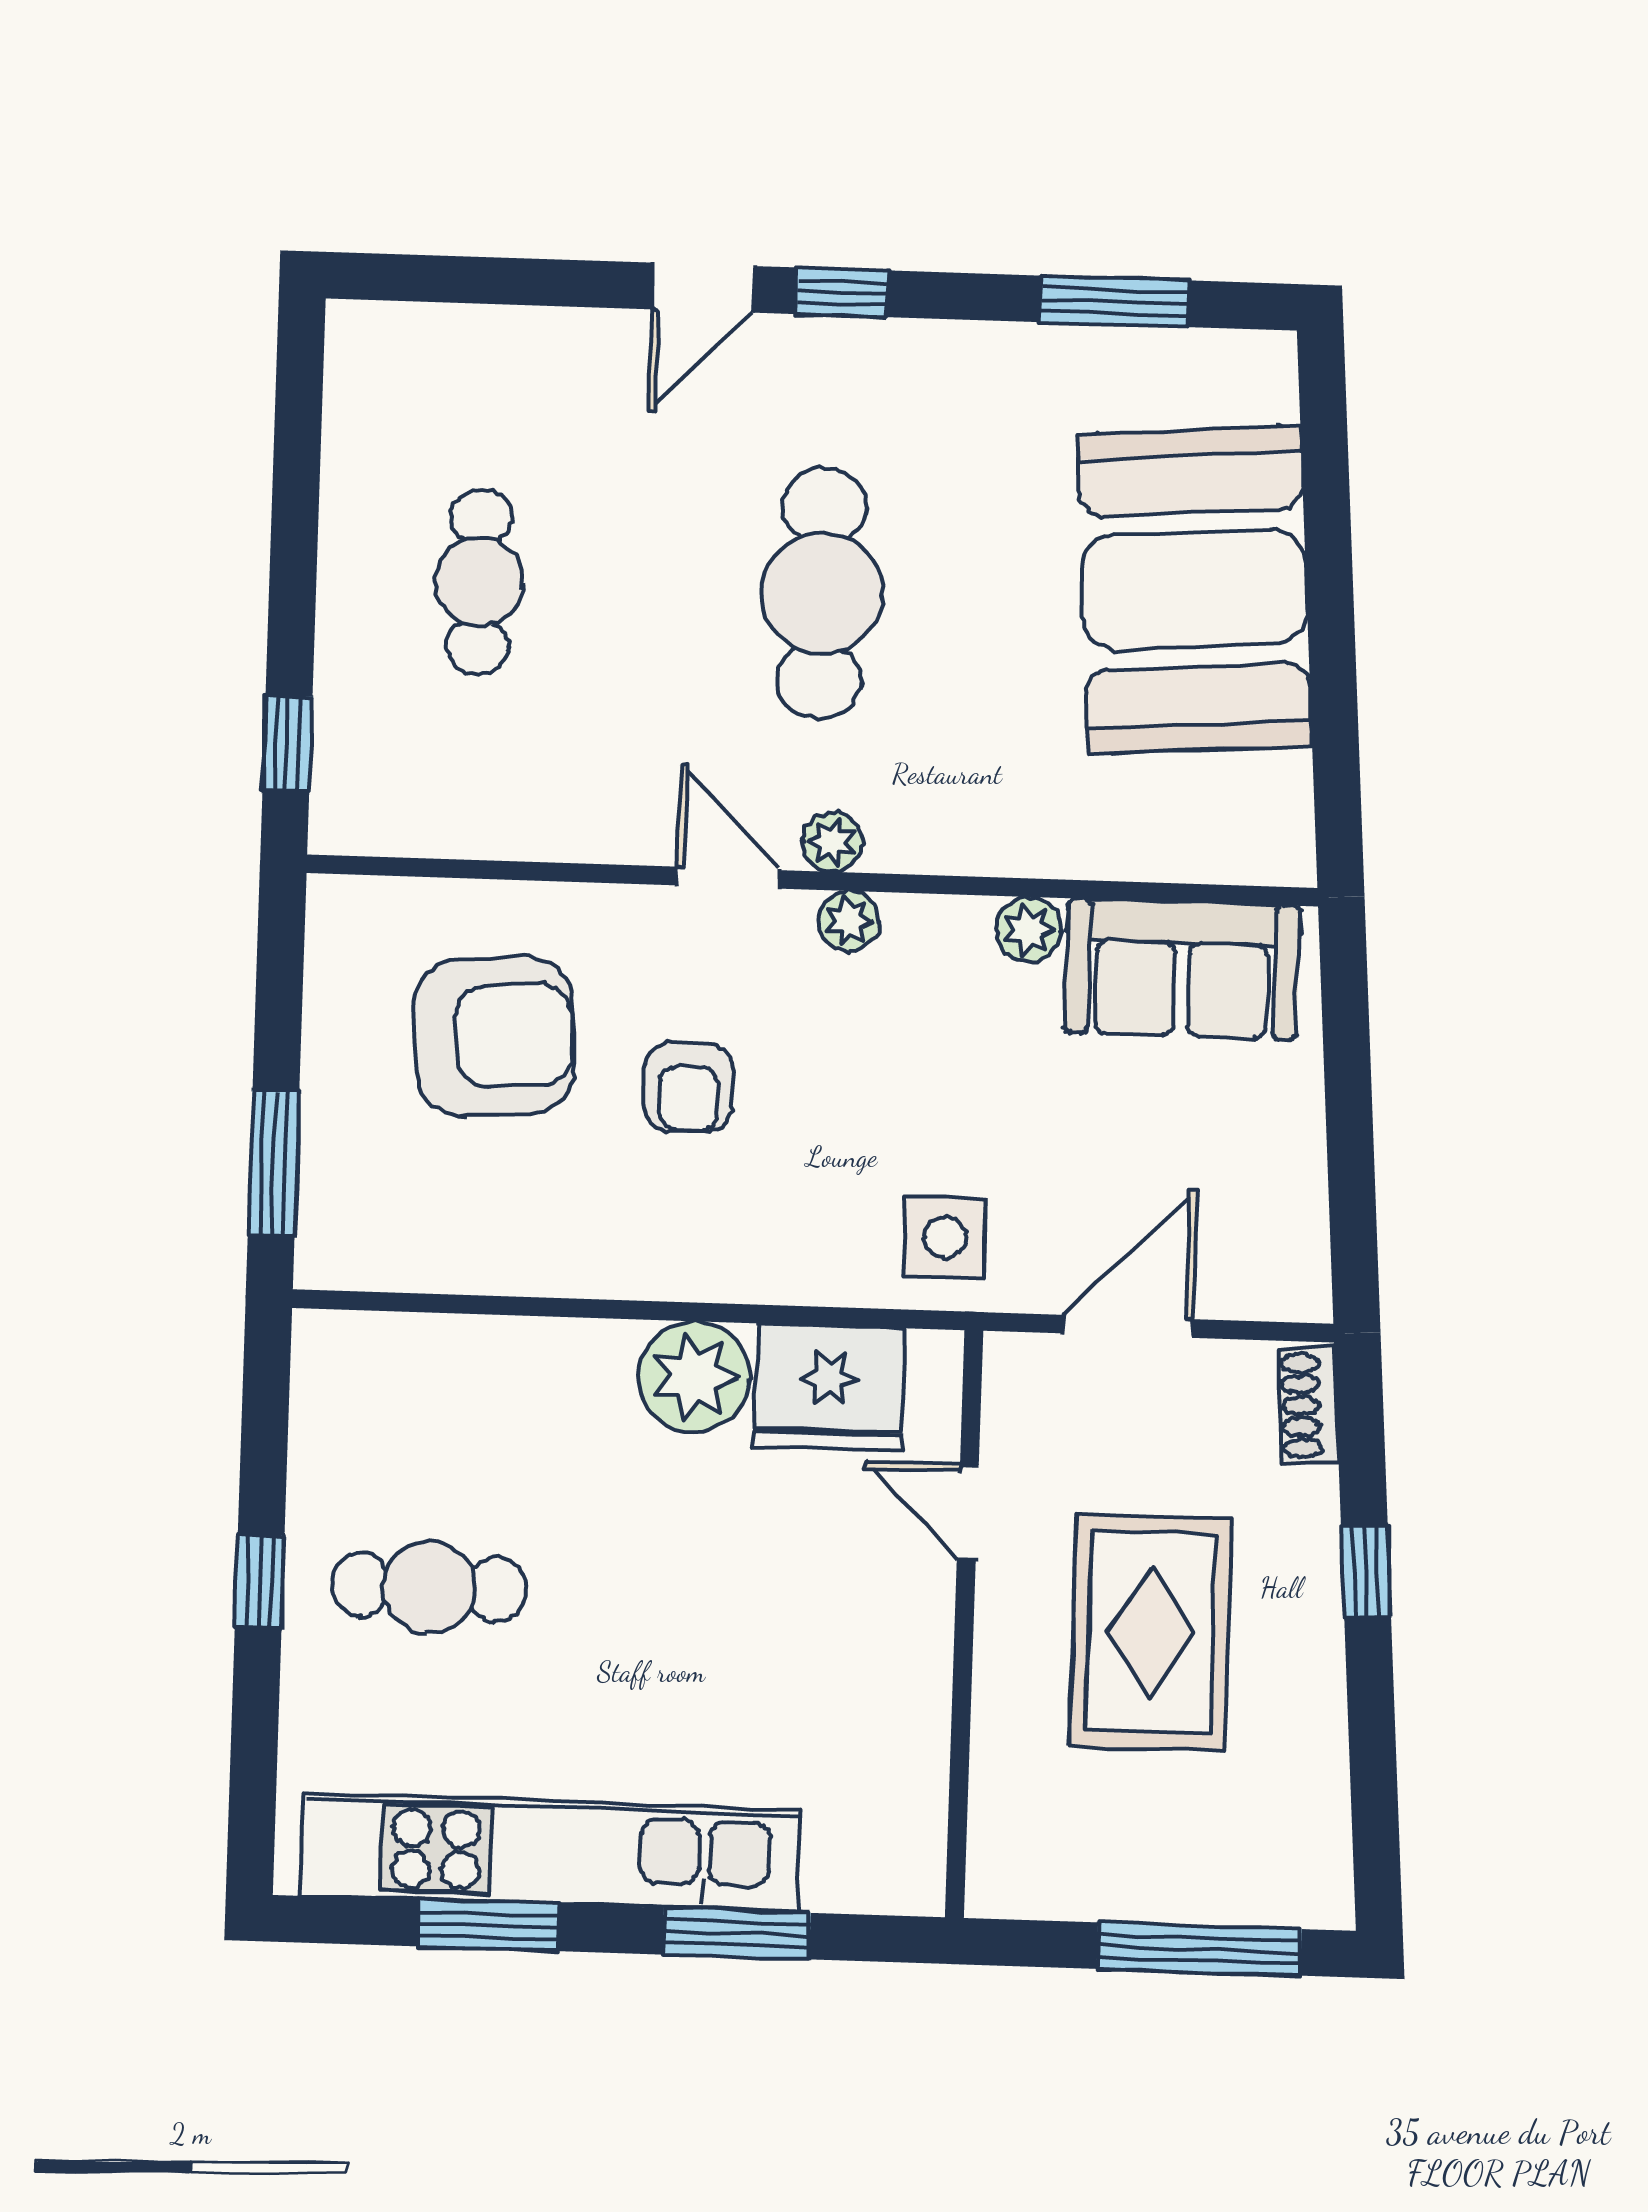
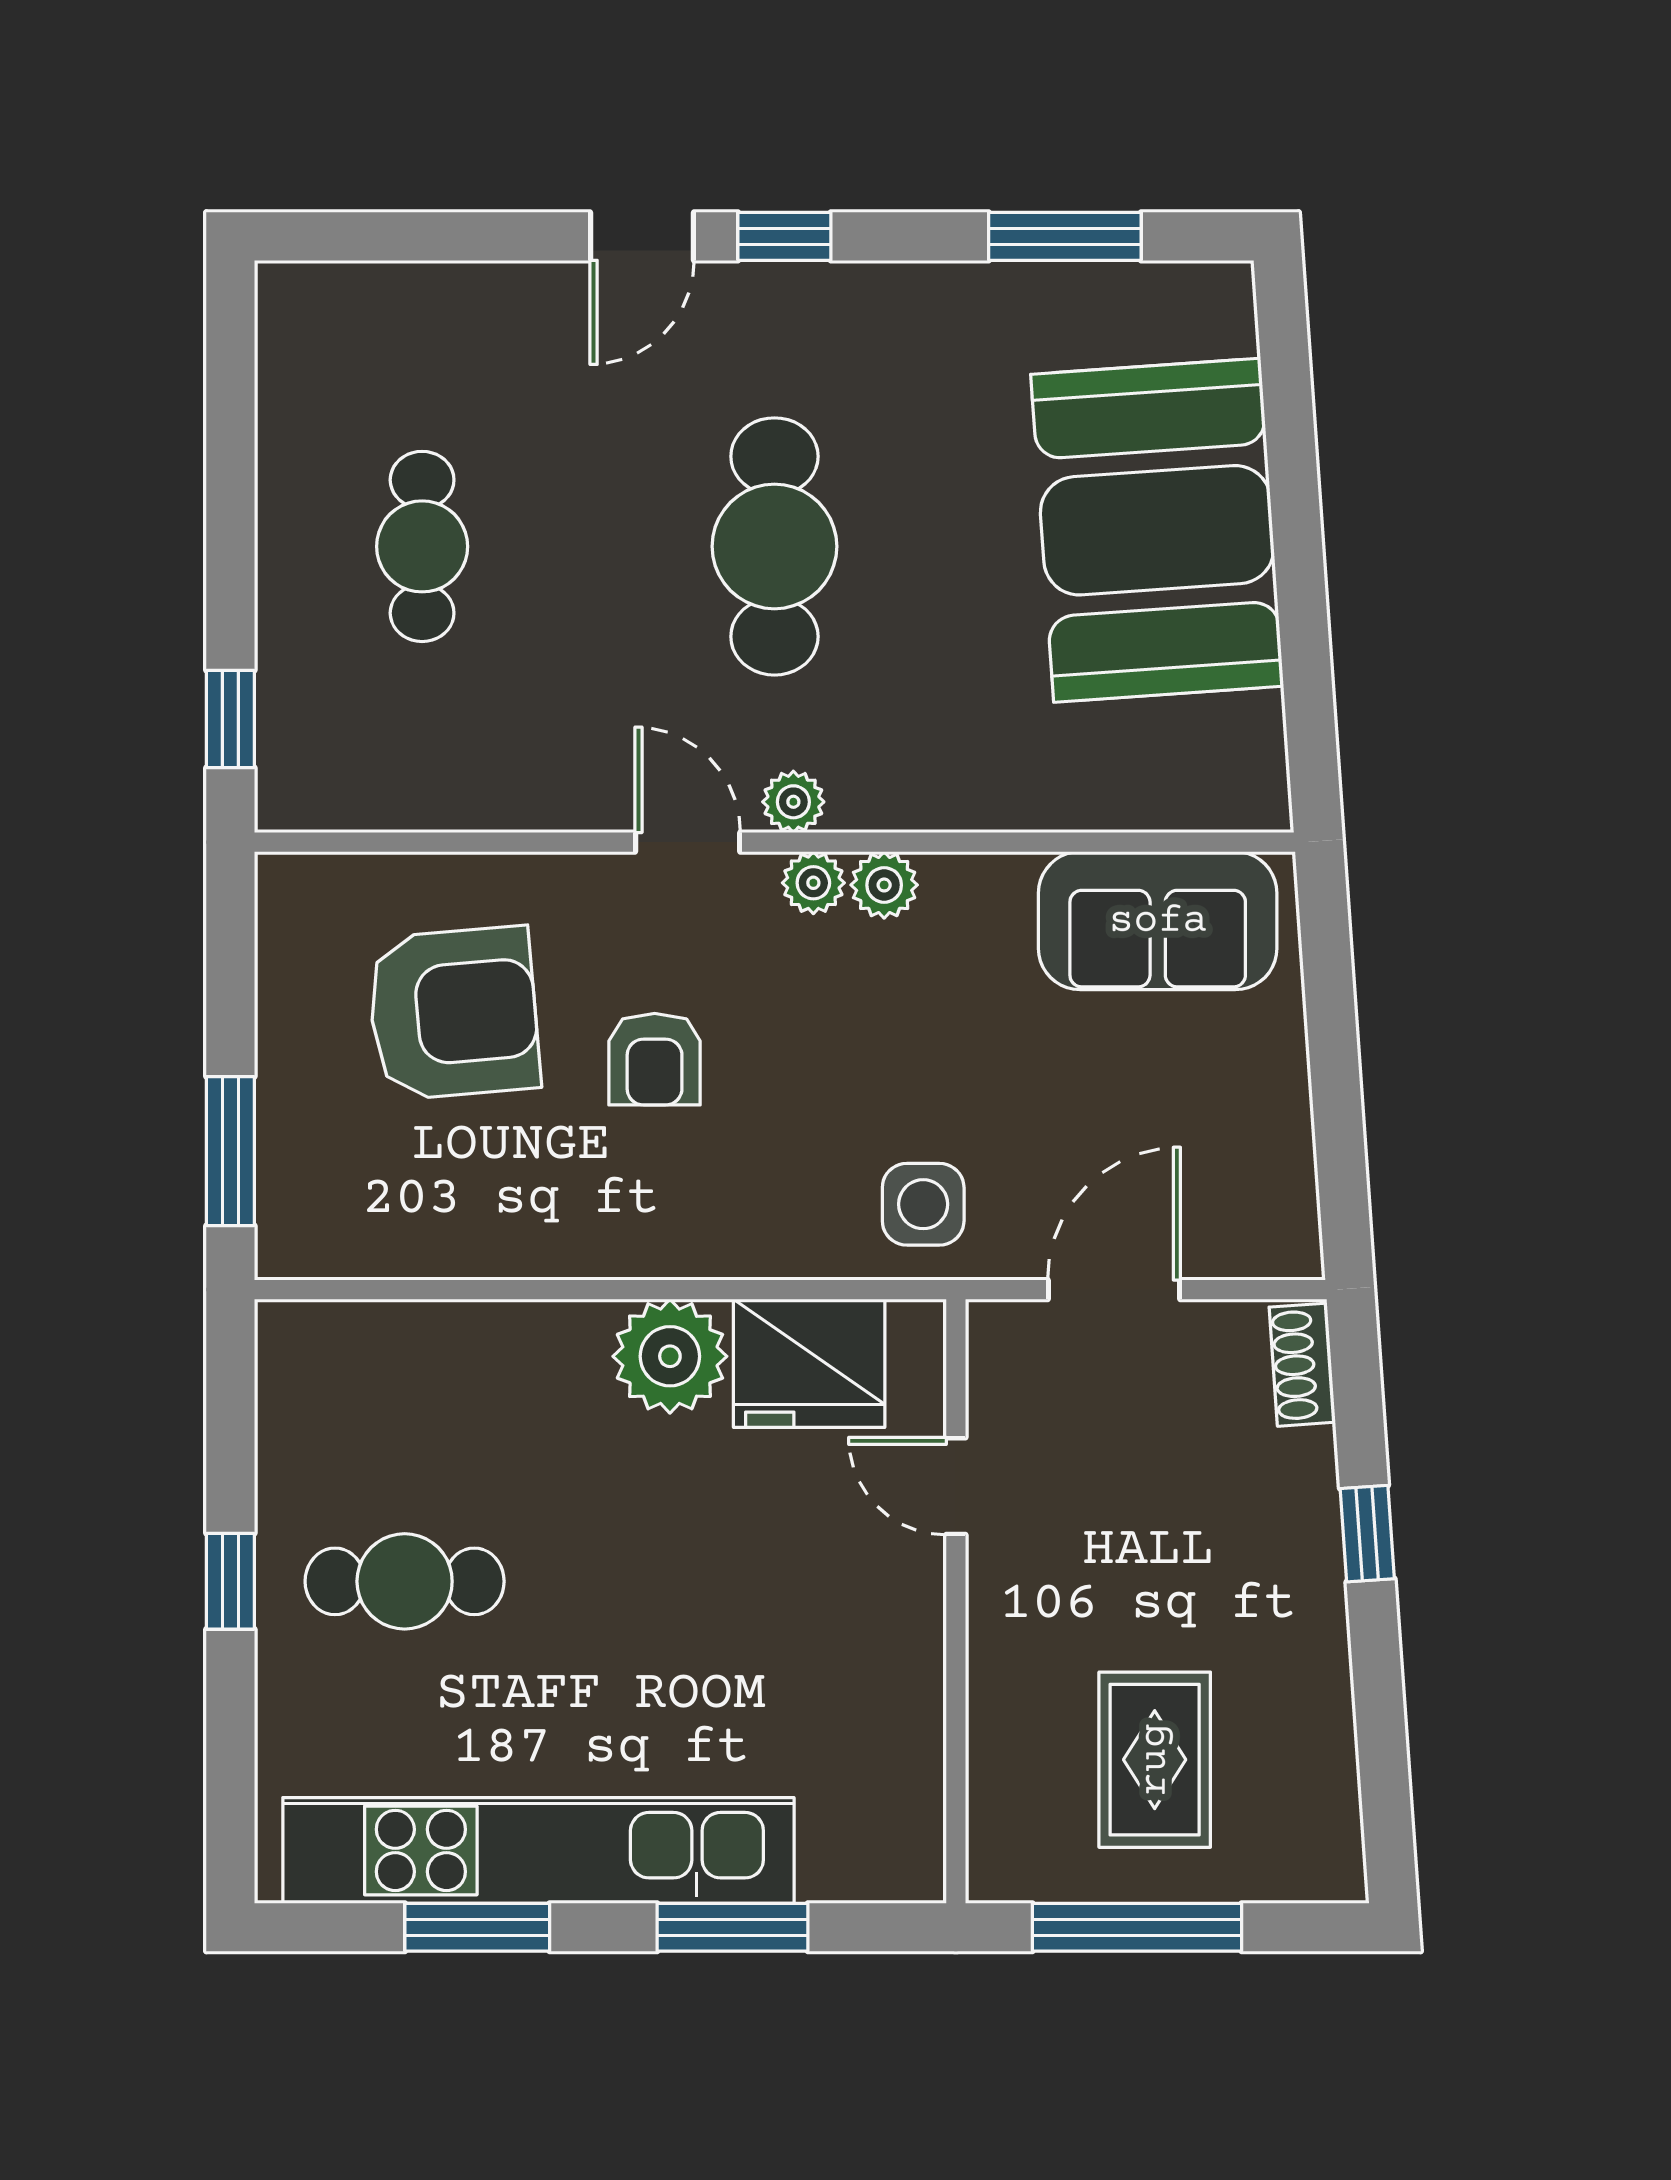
plant: (1029, 929) -> (884, 885), moved
rug: (1151, 1633) -> (1155, 1760), moved, width x0.73, depth x0.70
window: (1199, 1949) -> (1137, 1927), moved

